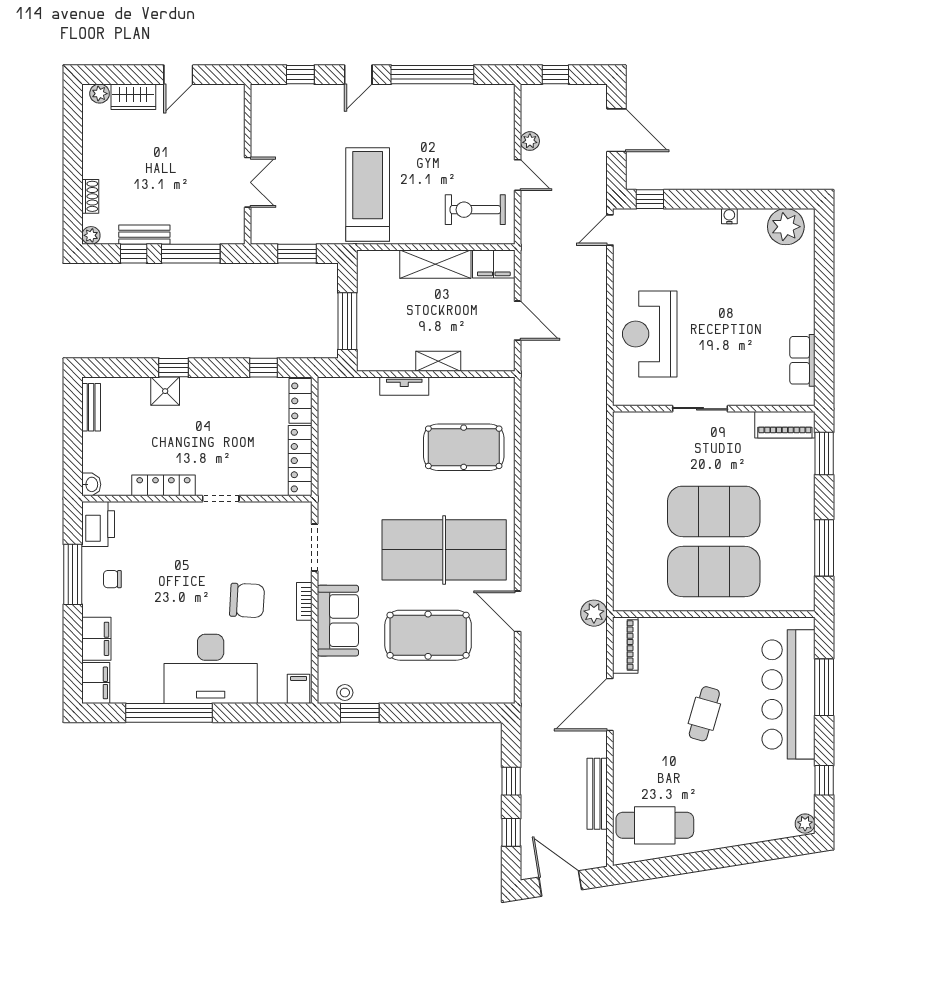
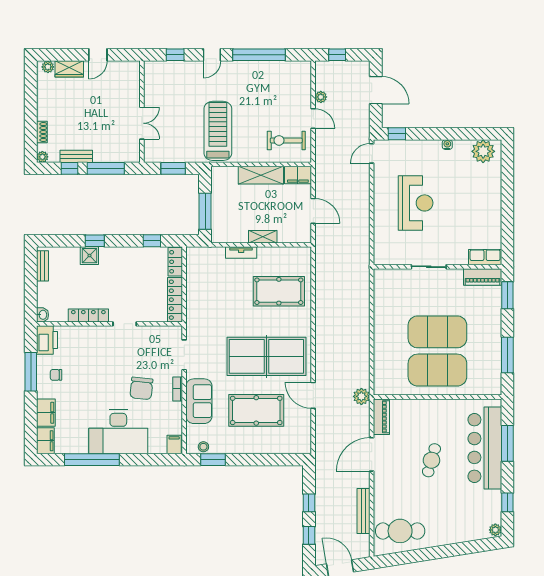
reception desk: (650, 334) -> (416, 203), moved, turned 180
row of seats: (802, 360) -> (485, 257), moved, turned 90
chair: (247, 600) -> (141, 388), turned 93

